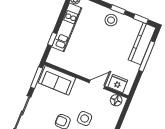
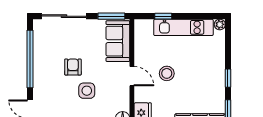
stool: (111, 20) -> (167, 73), moved
door: (97, 84) -> (132, 76), moved

